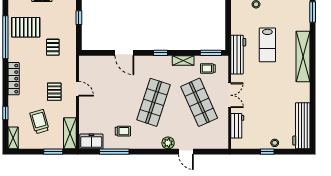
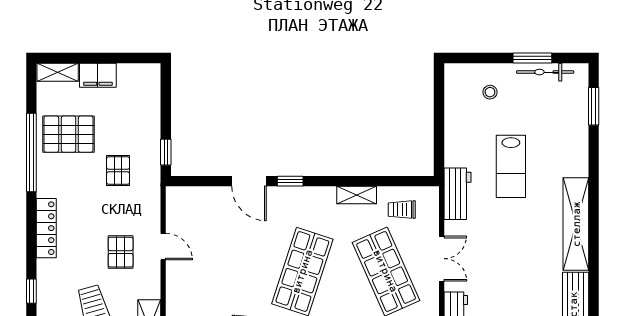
window: (79, 18) -> (166, 152), moved
window: (161, 53) -> (290, 181), moved
window: (211, 53) -> (407, 181), removed
workbench: (238, 55) -> (457, 194), width x0.73
shelving: (303, 56) -> (576, 224), moved

